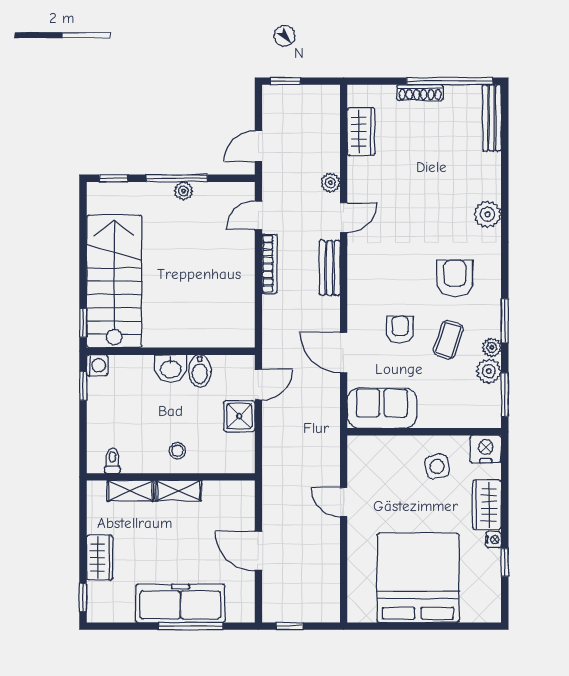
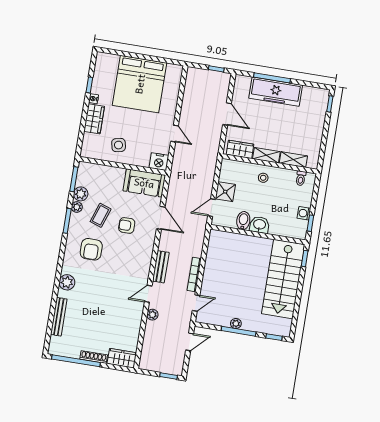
bench: (492, 118) -> (59, 317), moved
wardrobe: (361, 132) -> (122, 358), moved, turned 90
armchair: (400, 330) -> (127, 225), turned 90
washing machine: (97, 365) -> (304, 213), moved
nightstand: (486, 449) -> (159, 162), moved
wardrobe: (100, 558) -> (240, 149), moved, turned 90

